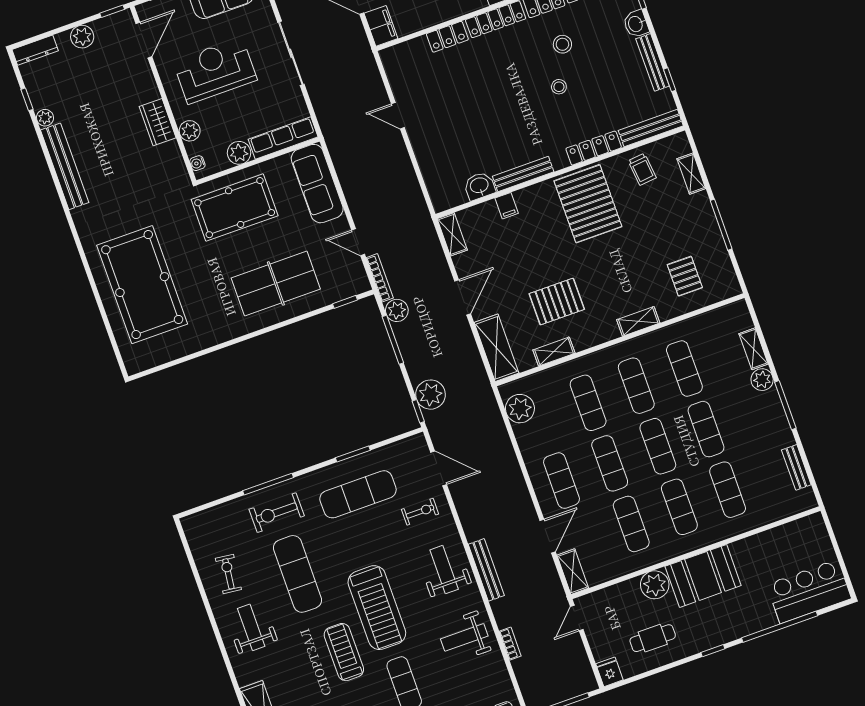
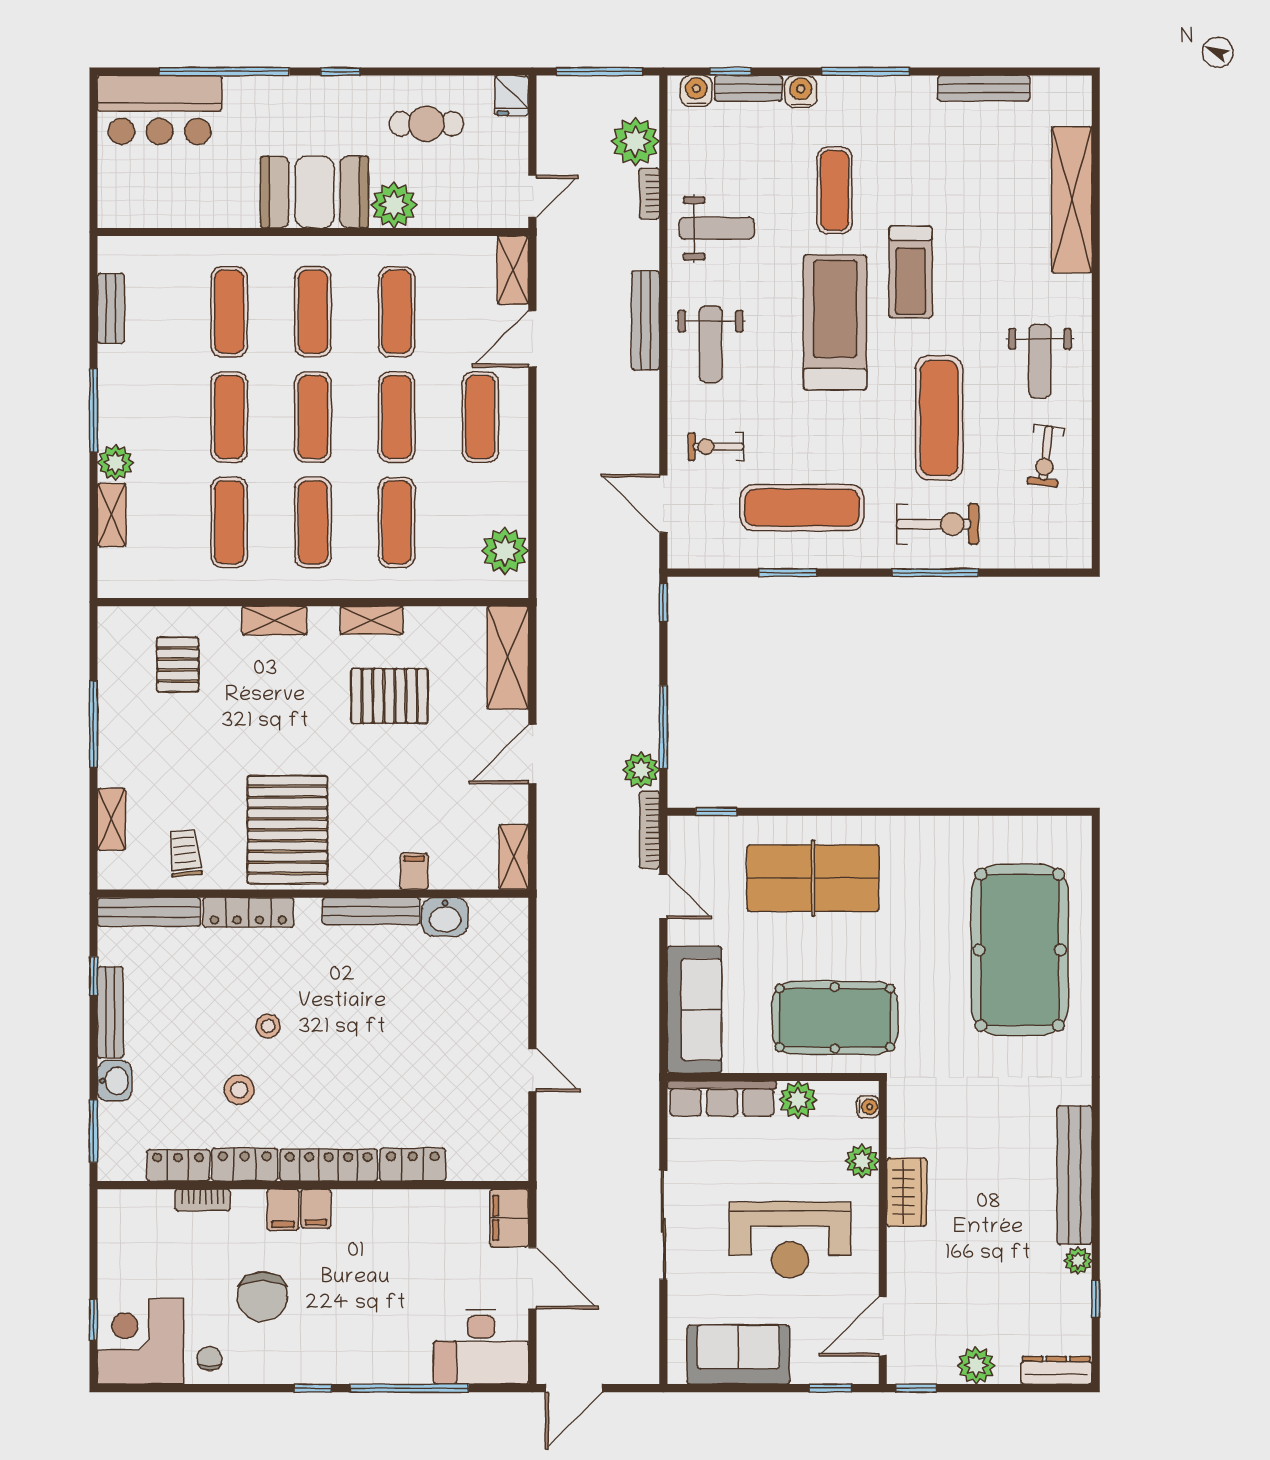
shelving: (554, 352) -> (372, 620), moved
plant: (431, 395) -> (635, 141), moved

